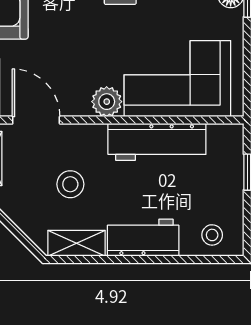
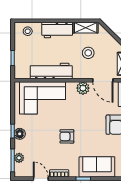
plant: (107, 102) -> (83, 88), moved

